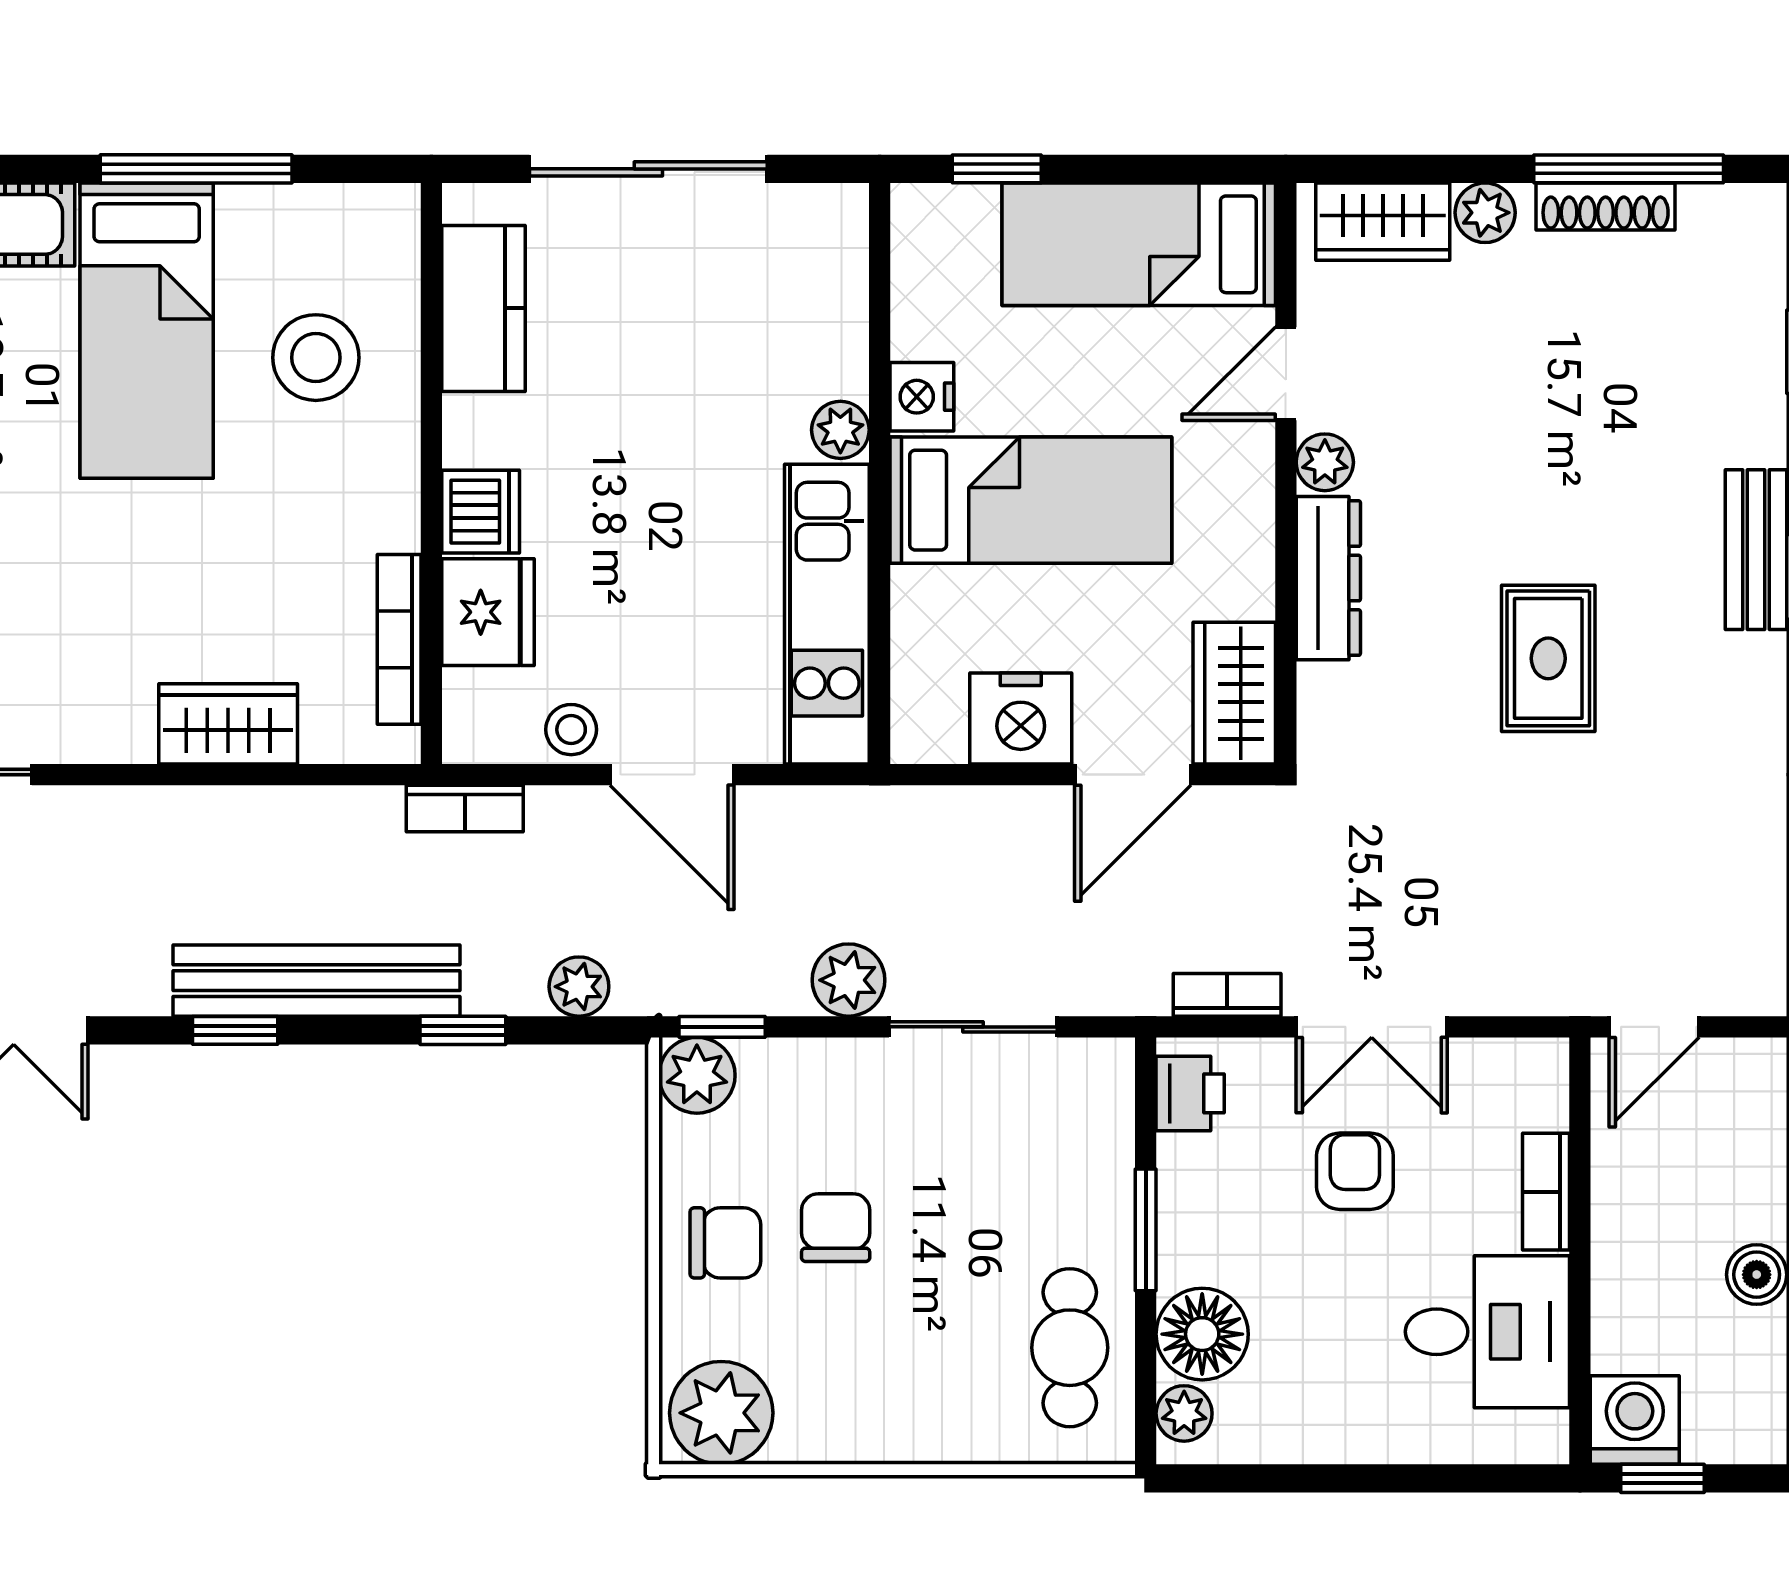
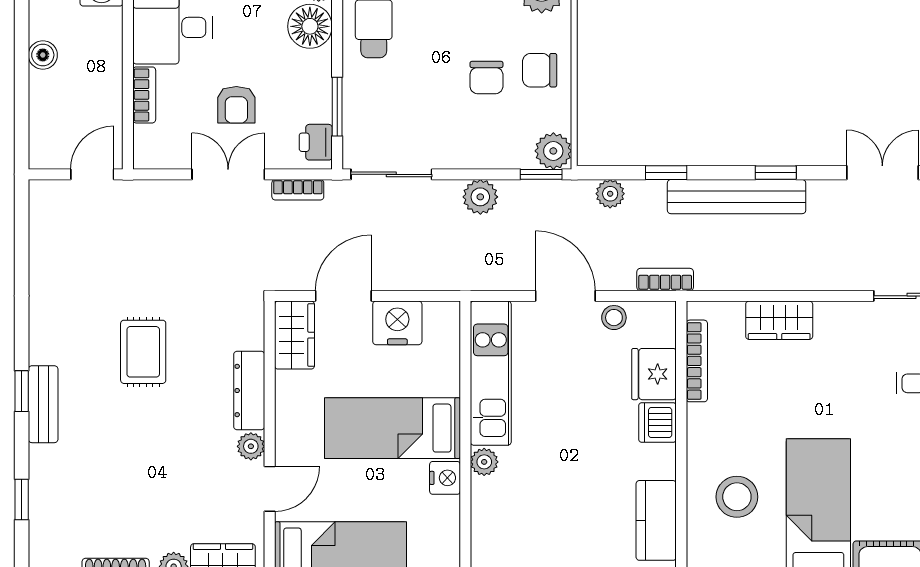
sliding door: (973, 1027) -> (391, 174), moved
window: (1146, 1230) -> (337, 107), moved

